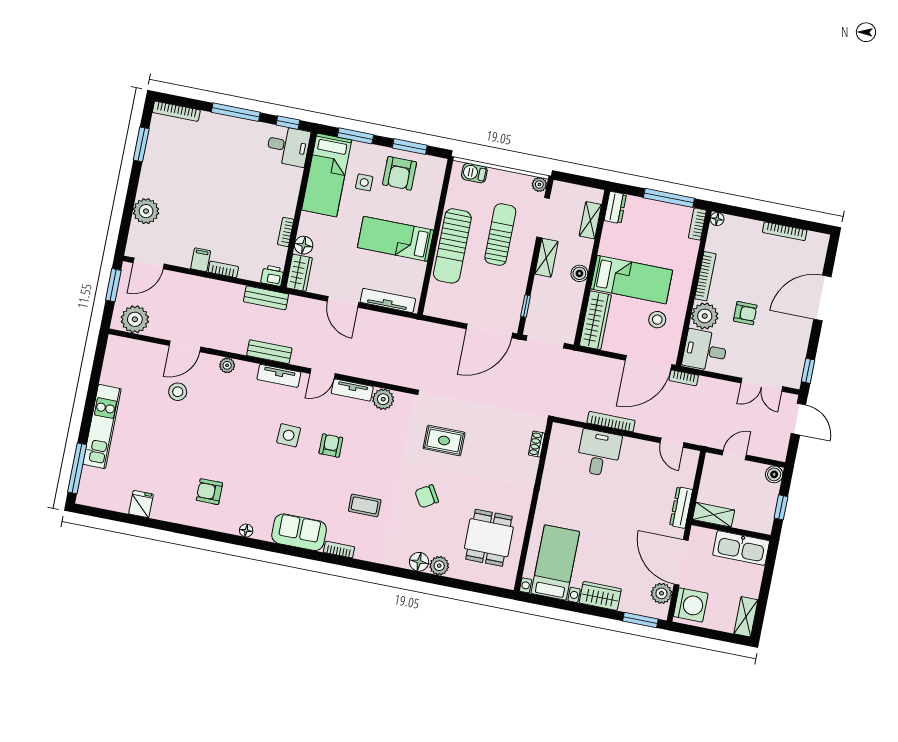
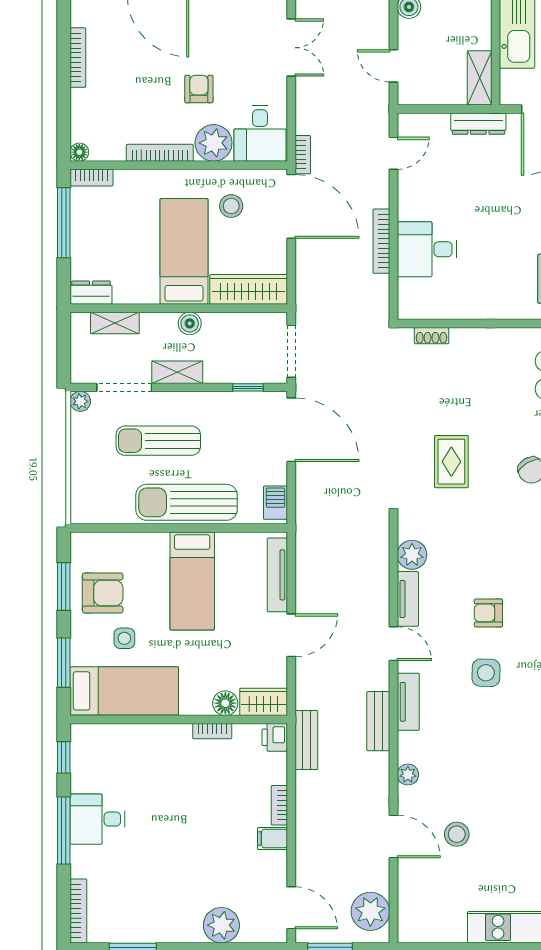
desk: (288, 146) -> (98, 819), moved, turned -90
barbecue: (474, 173) -> (275, 503), moved, turned 180
sun lounger: (452, 246) -> (187, 502), turned 180

